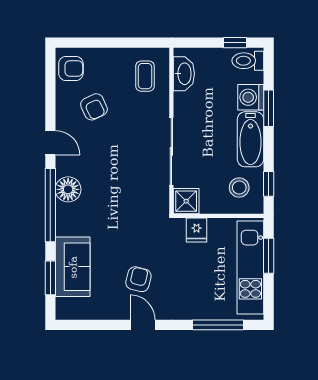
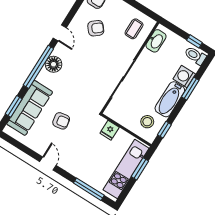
armchair: (94, 107) -> (96, 28), turned -104
shower: (186, 201) -> (114, 111), removed
sofa: (73, 267) -> (30, 108), width x1.36
armchair: (138, 279) -> (61, 121), moved, turned 66

